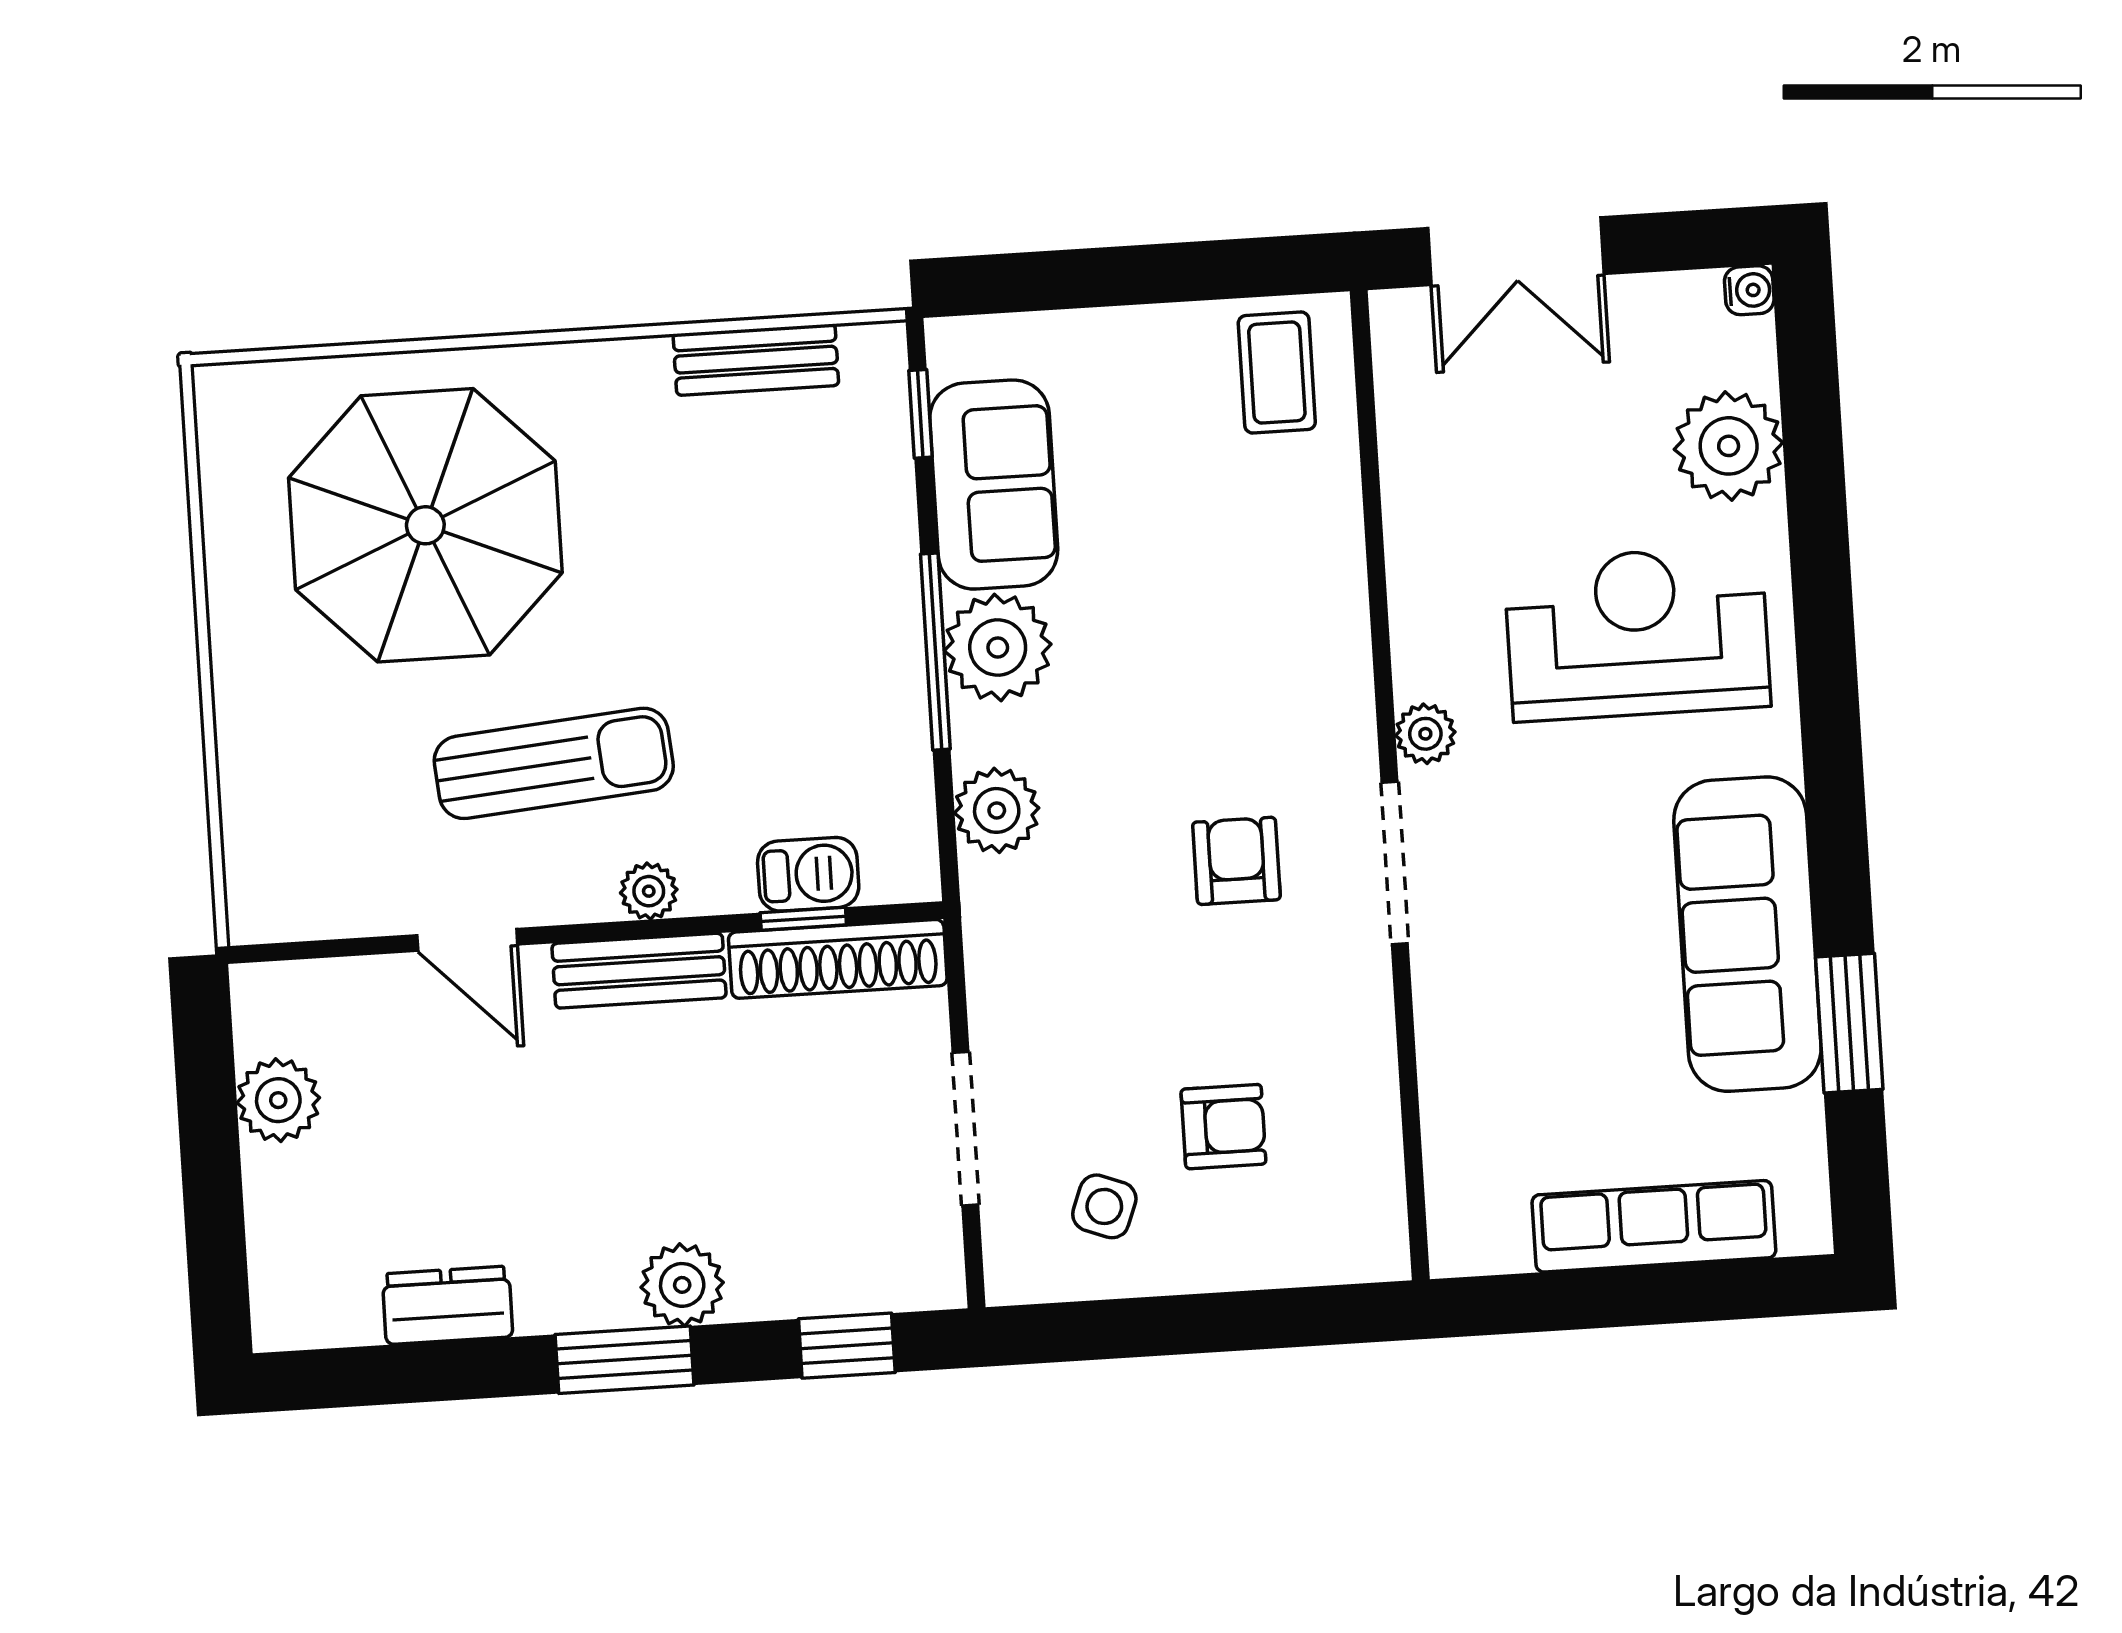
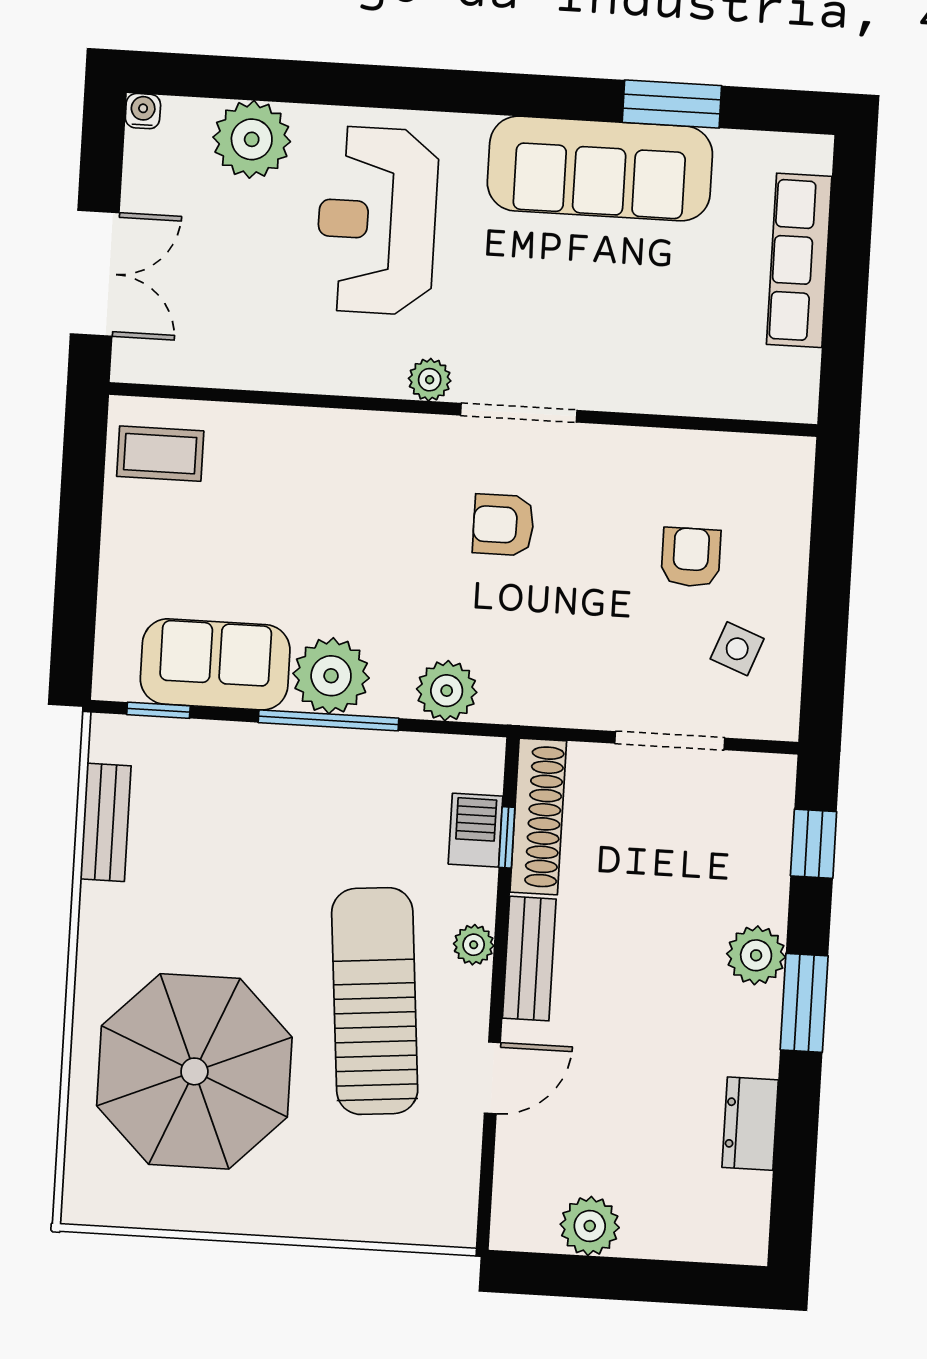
sun lounger: (554, 763) -> (375, 1001), width x1.36, depth x1.34

